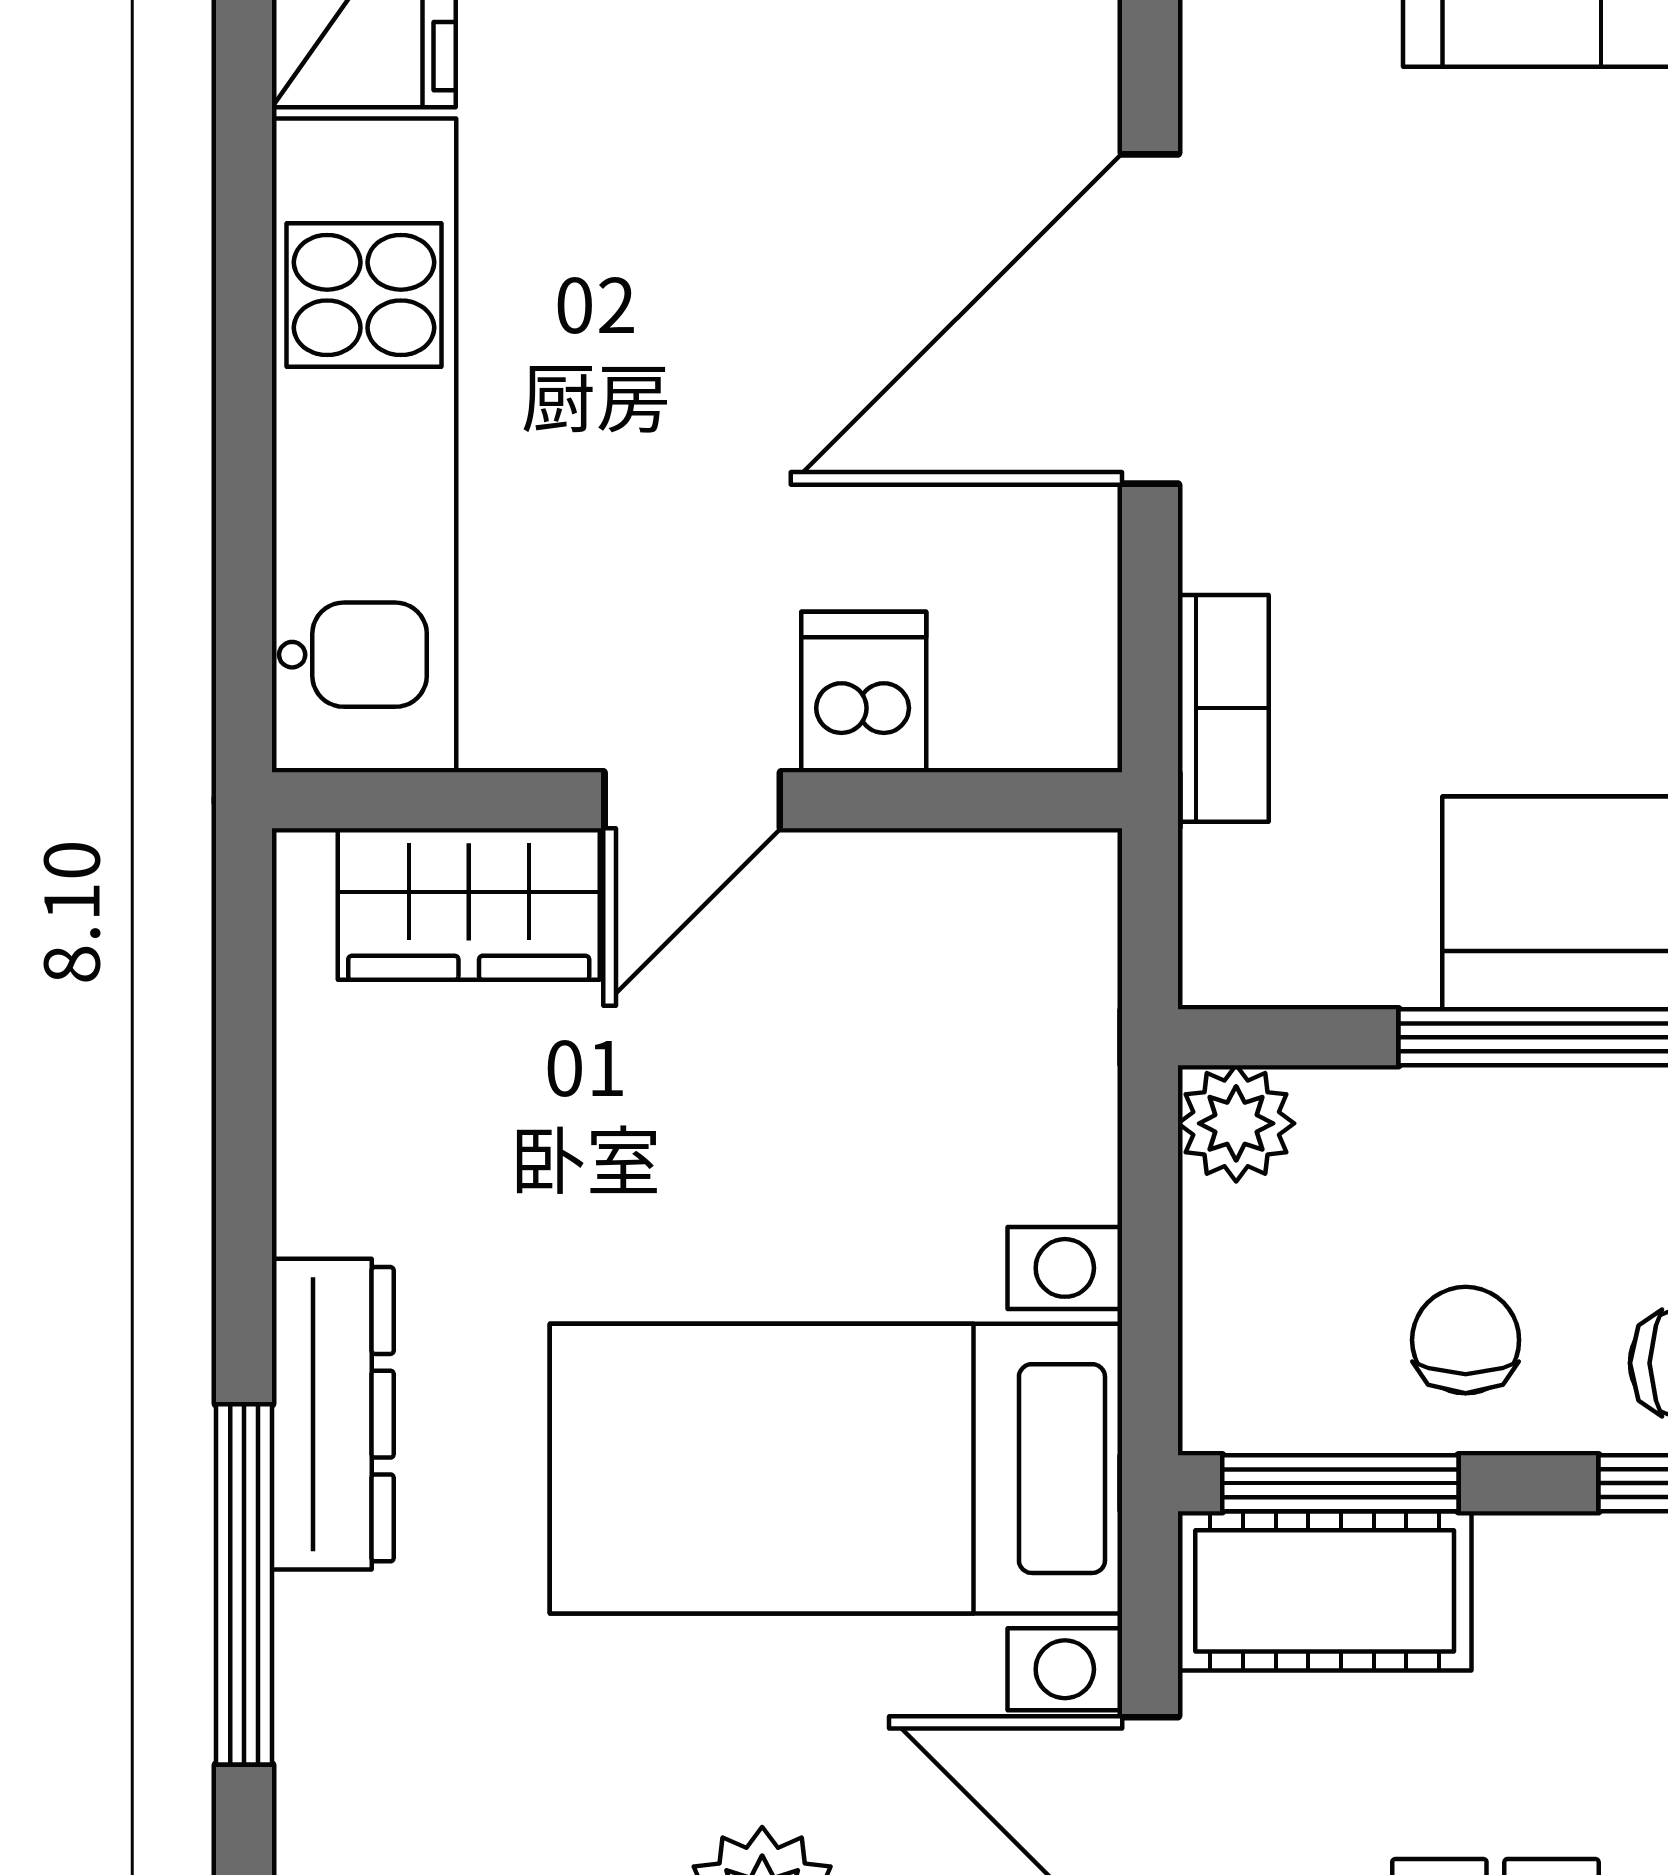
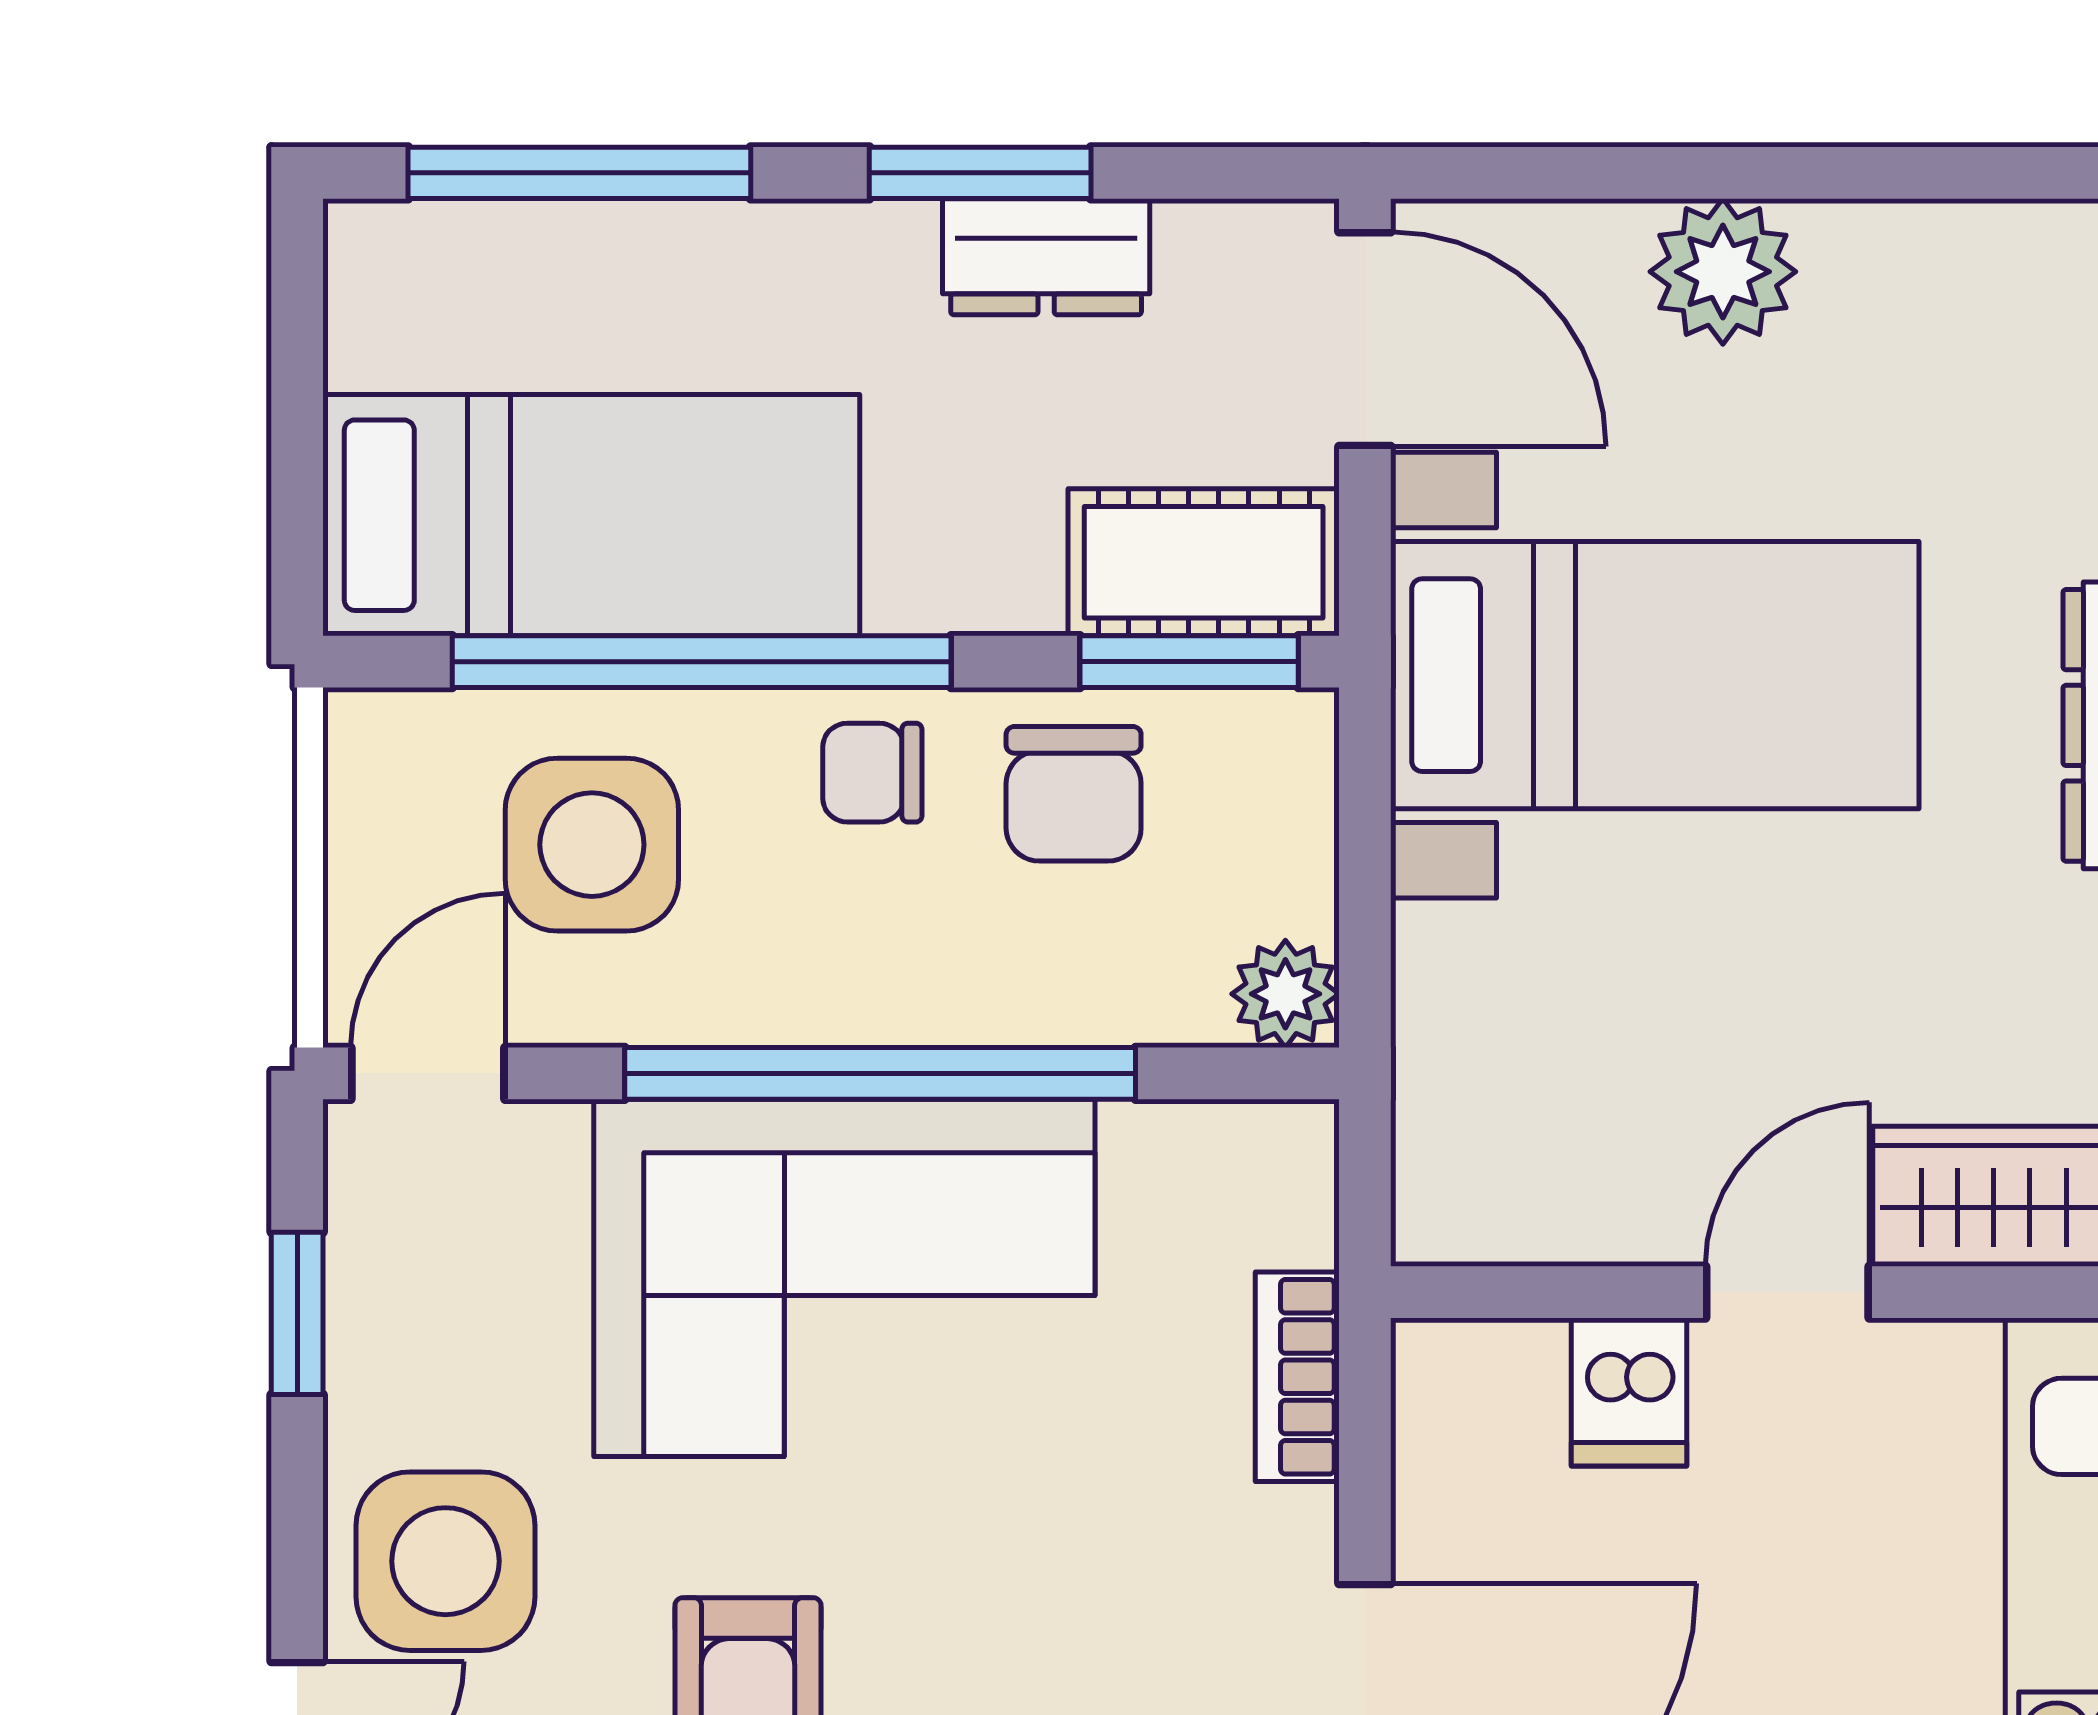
chair: (1466, 1340) -> (1074, 794), width x1.37, depth x1.37

